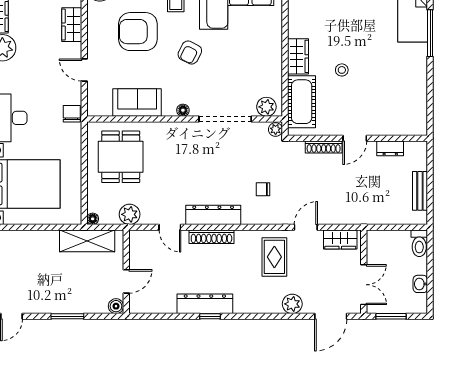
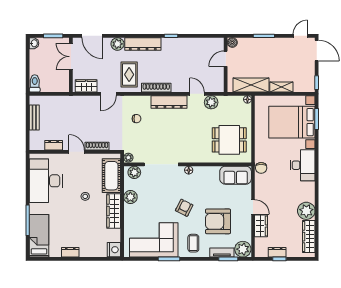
armchair: (138, 32) -> (218, 221), turned 180
wardrobe: (298, 56) -> (114, 211), width x1.50
plant: (272, 69) -> (130, 197), added
door: (84, 70) -> (253, 207), moved
desk: (402, 94) -> (46, 181), added
sofa: (137, 102) -> (236, 175), moved
door: (355, 138) -> (77, 152), hinge flipped
dining table: (121, 157) -> (229, 140), turned 90
plant: (130, 214) -> (211, 102), moved
shoe rack: (211, 237) -> (156, 88), moved
shelving: (41, 238) -> (281, 87), added
washbasin: (420, 284) -> (34, 43), moved
dresser: (205, 304) -> (143, 44), moved
door: (331, 316) -> (92, 36), swing flipped

